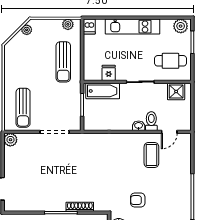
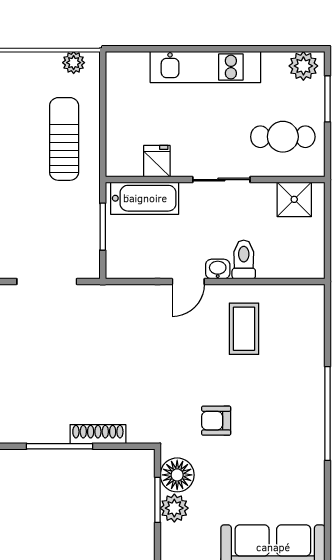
dishwasher: (89, 27) -> (117, 67), removed
sun lounger: (63, 62) -> (64, 139), turned 180
door: (169, 132) -> (188, 282), moved

